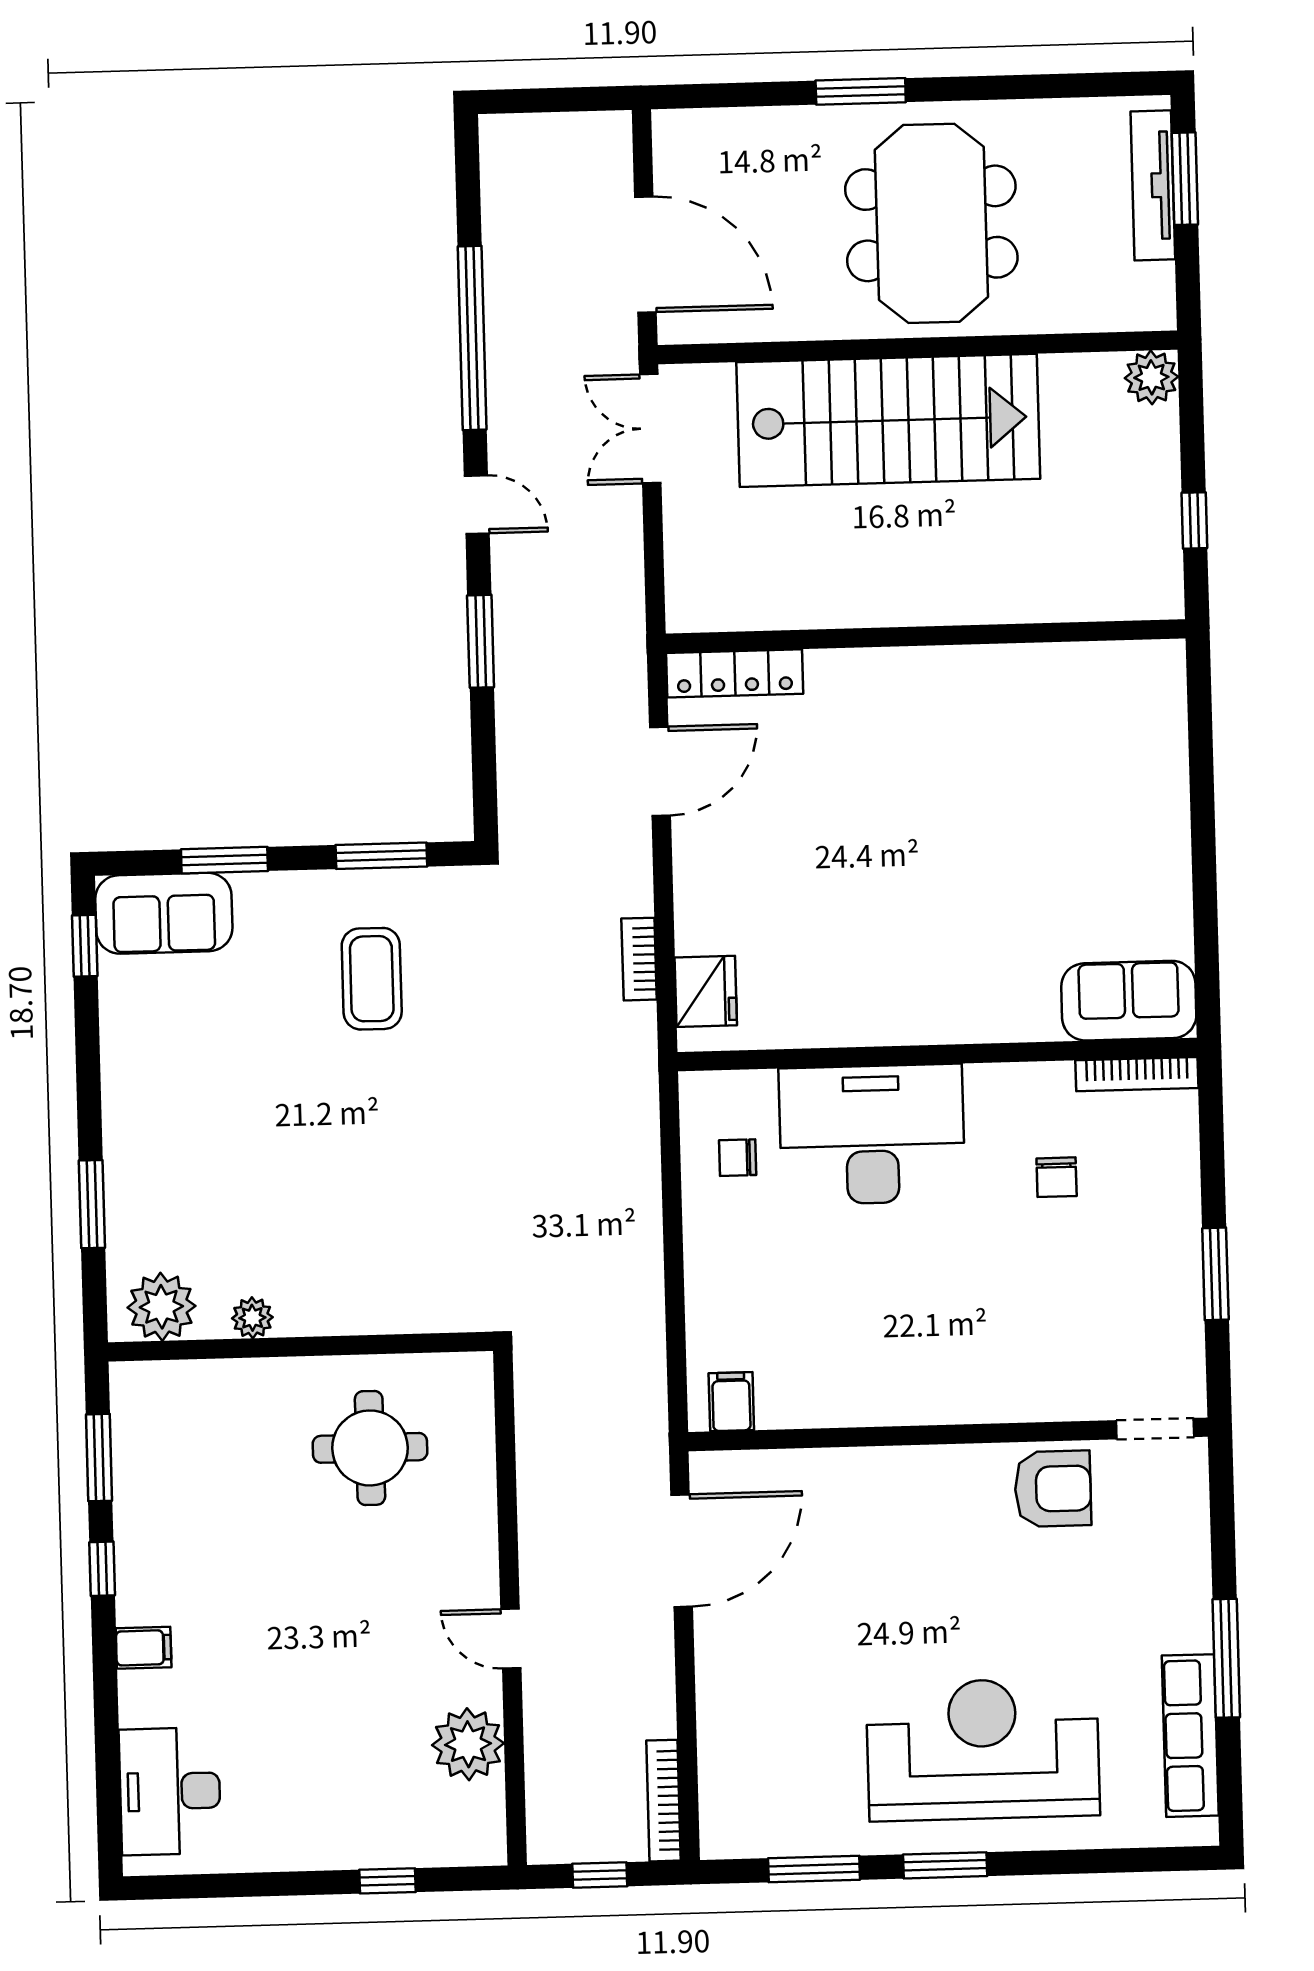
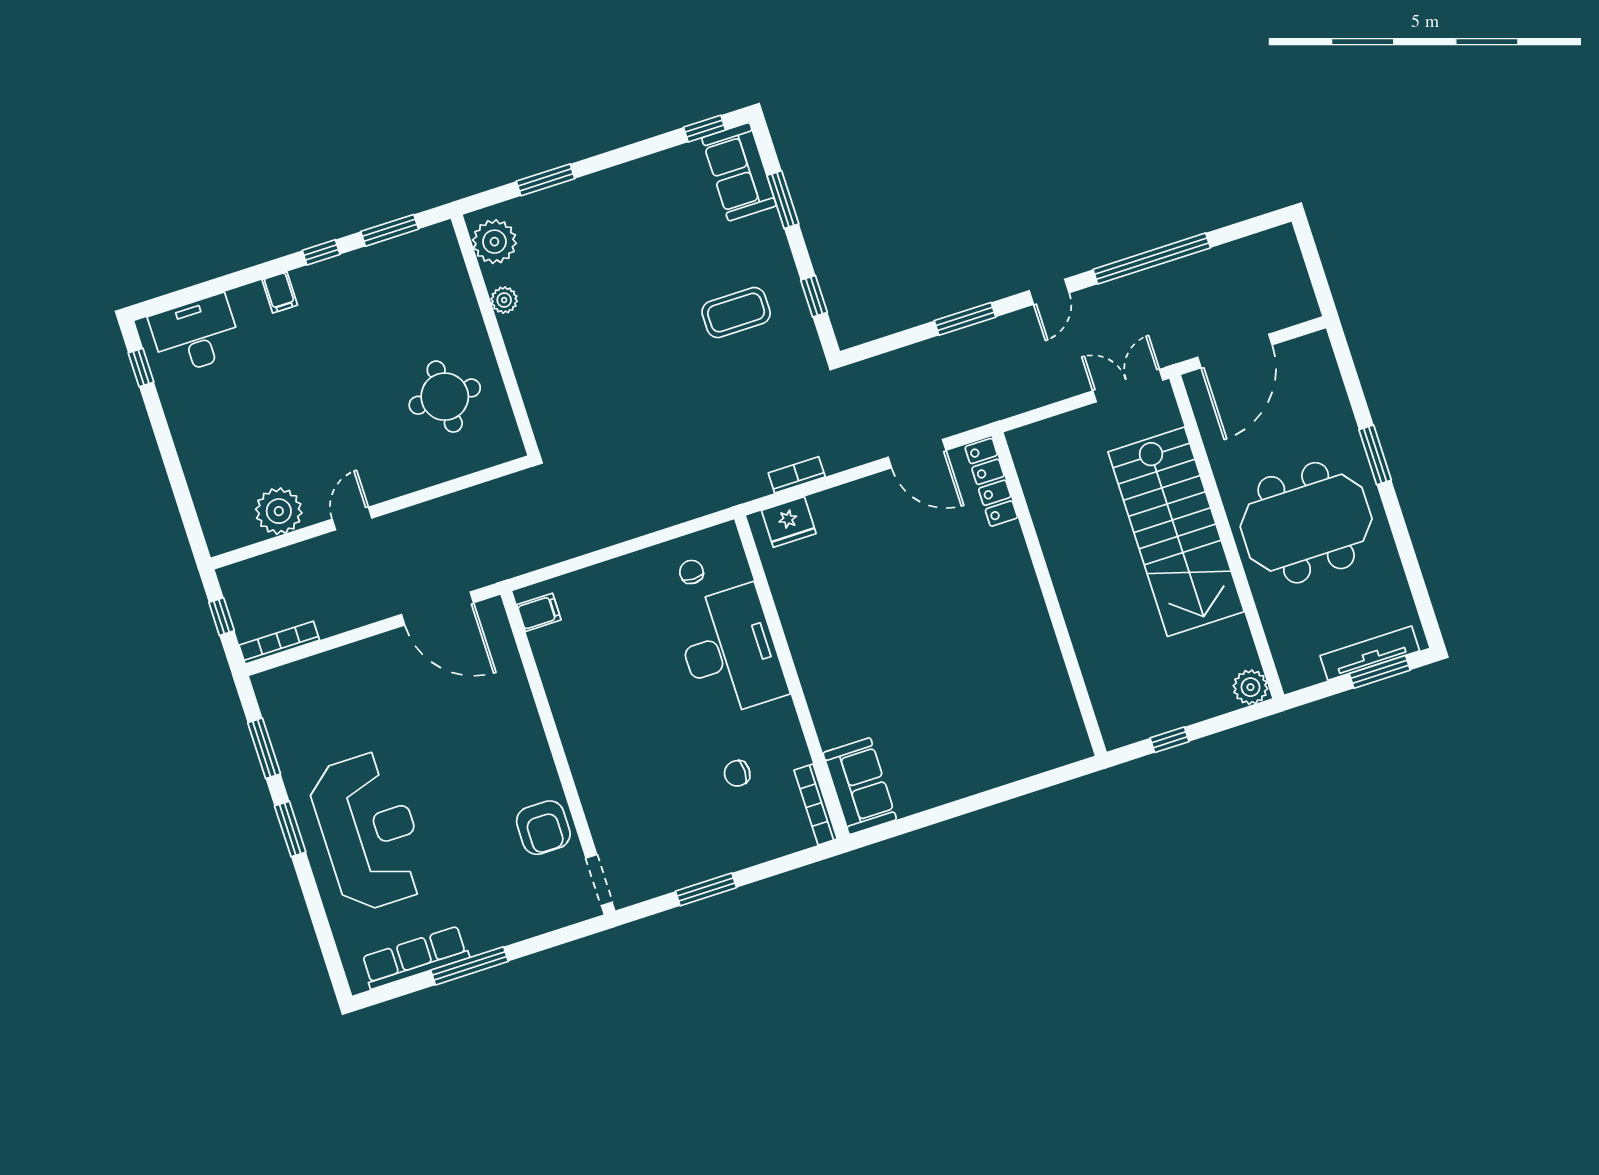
window: (381, 856) -> (814, 296), width x0.67
window: (387, 1881) -> (141, 368), moved

